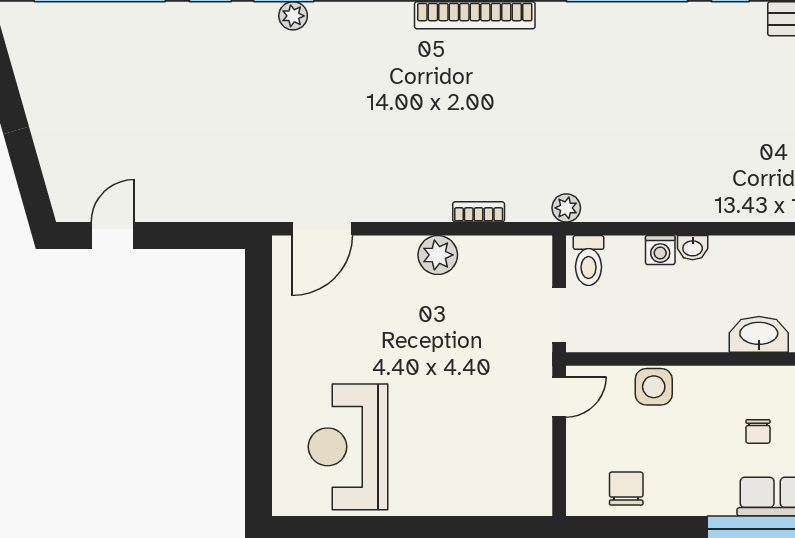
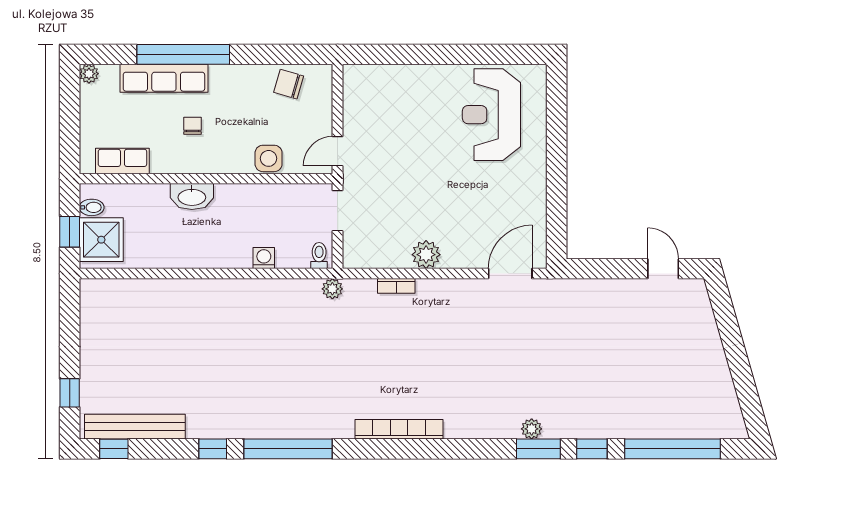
door: (113, 235) -> (663, 269), swing flipped
washbasin: (693, 248) -> (240, 260), removed
toilet: (589, 260) -> (319, 256), width x0.73, depth x0.72
reception desk: (348, 447) -> (491, 115), turned 180
chair: (626, 489) -> (289, 84), turned 106

